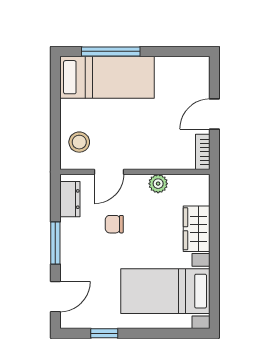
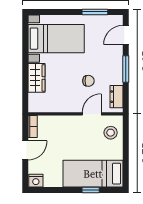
window: (111, 51) -> (91, 190), width x0.46
nightstand: (198, 66) -> (36, 181), added
plant: (158, 184) -> (61, 106), removed
window: (104, 333) -> (95, 12), width x1.50

